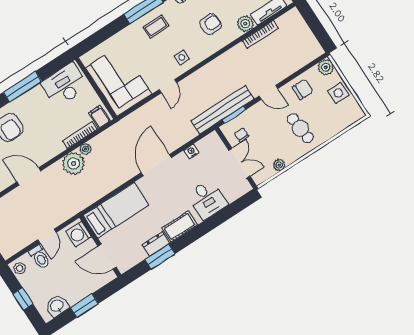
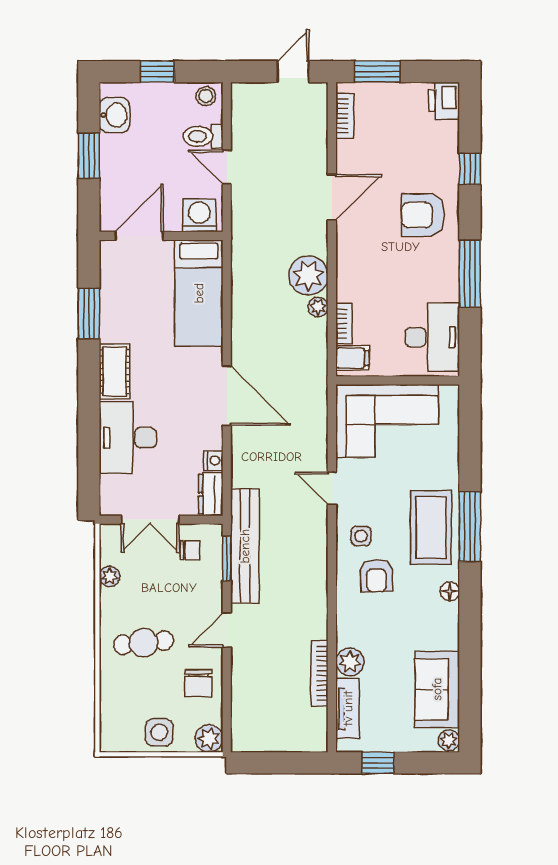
armchair: (211, 24) -> (376, 576), moved
coffee table: (156, 27) -> (431, 528), width x1.86, depth x1.72
bookcase: (80, 135) -> (344, 323), width x0.64
desk: (207, 199) -> (128, 438), width x1.37
dresser: (156, 244) -> (211, 494), moved, turned 180

